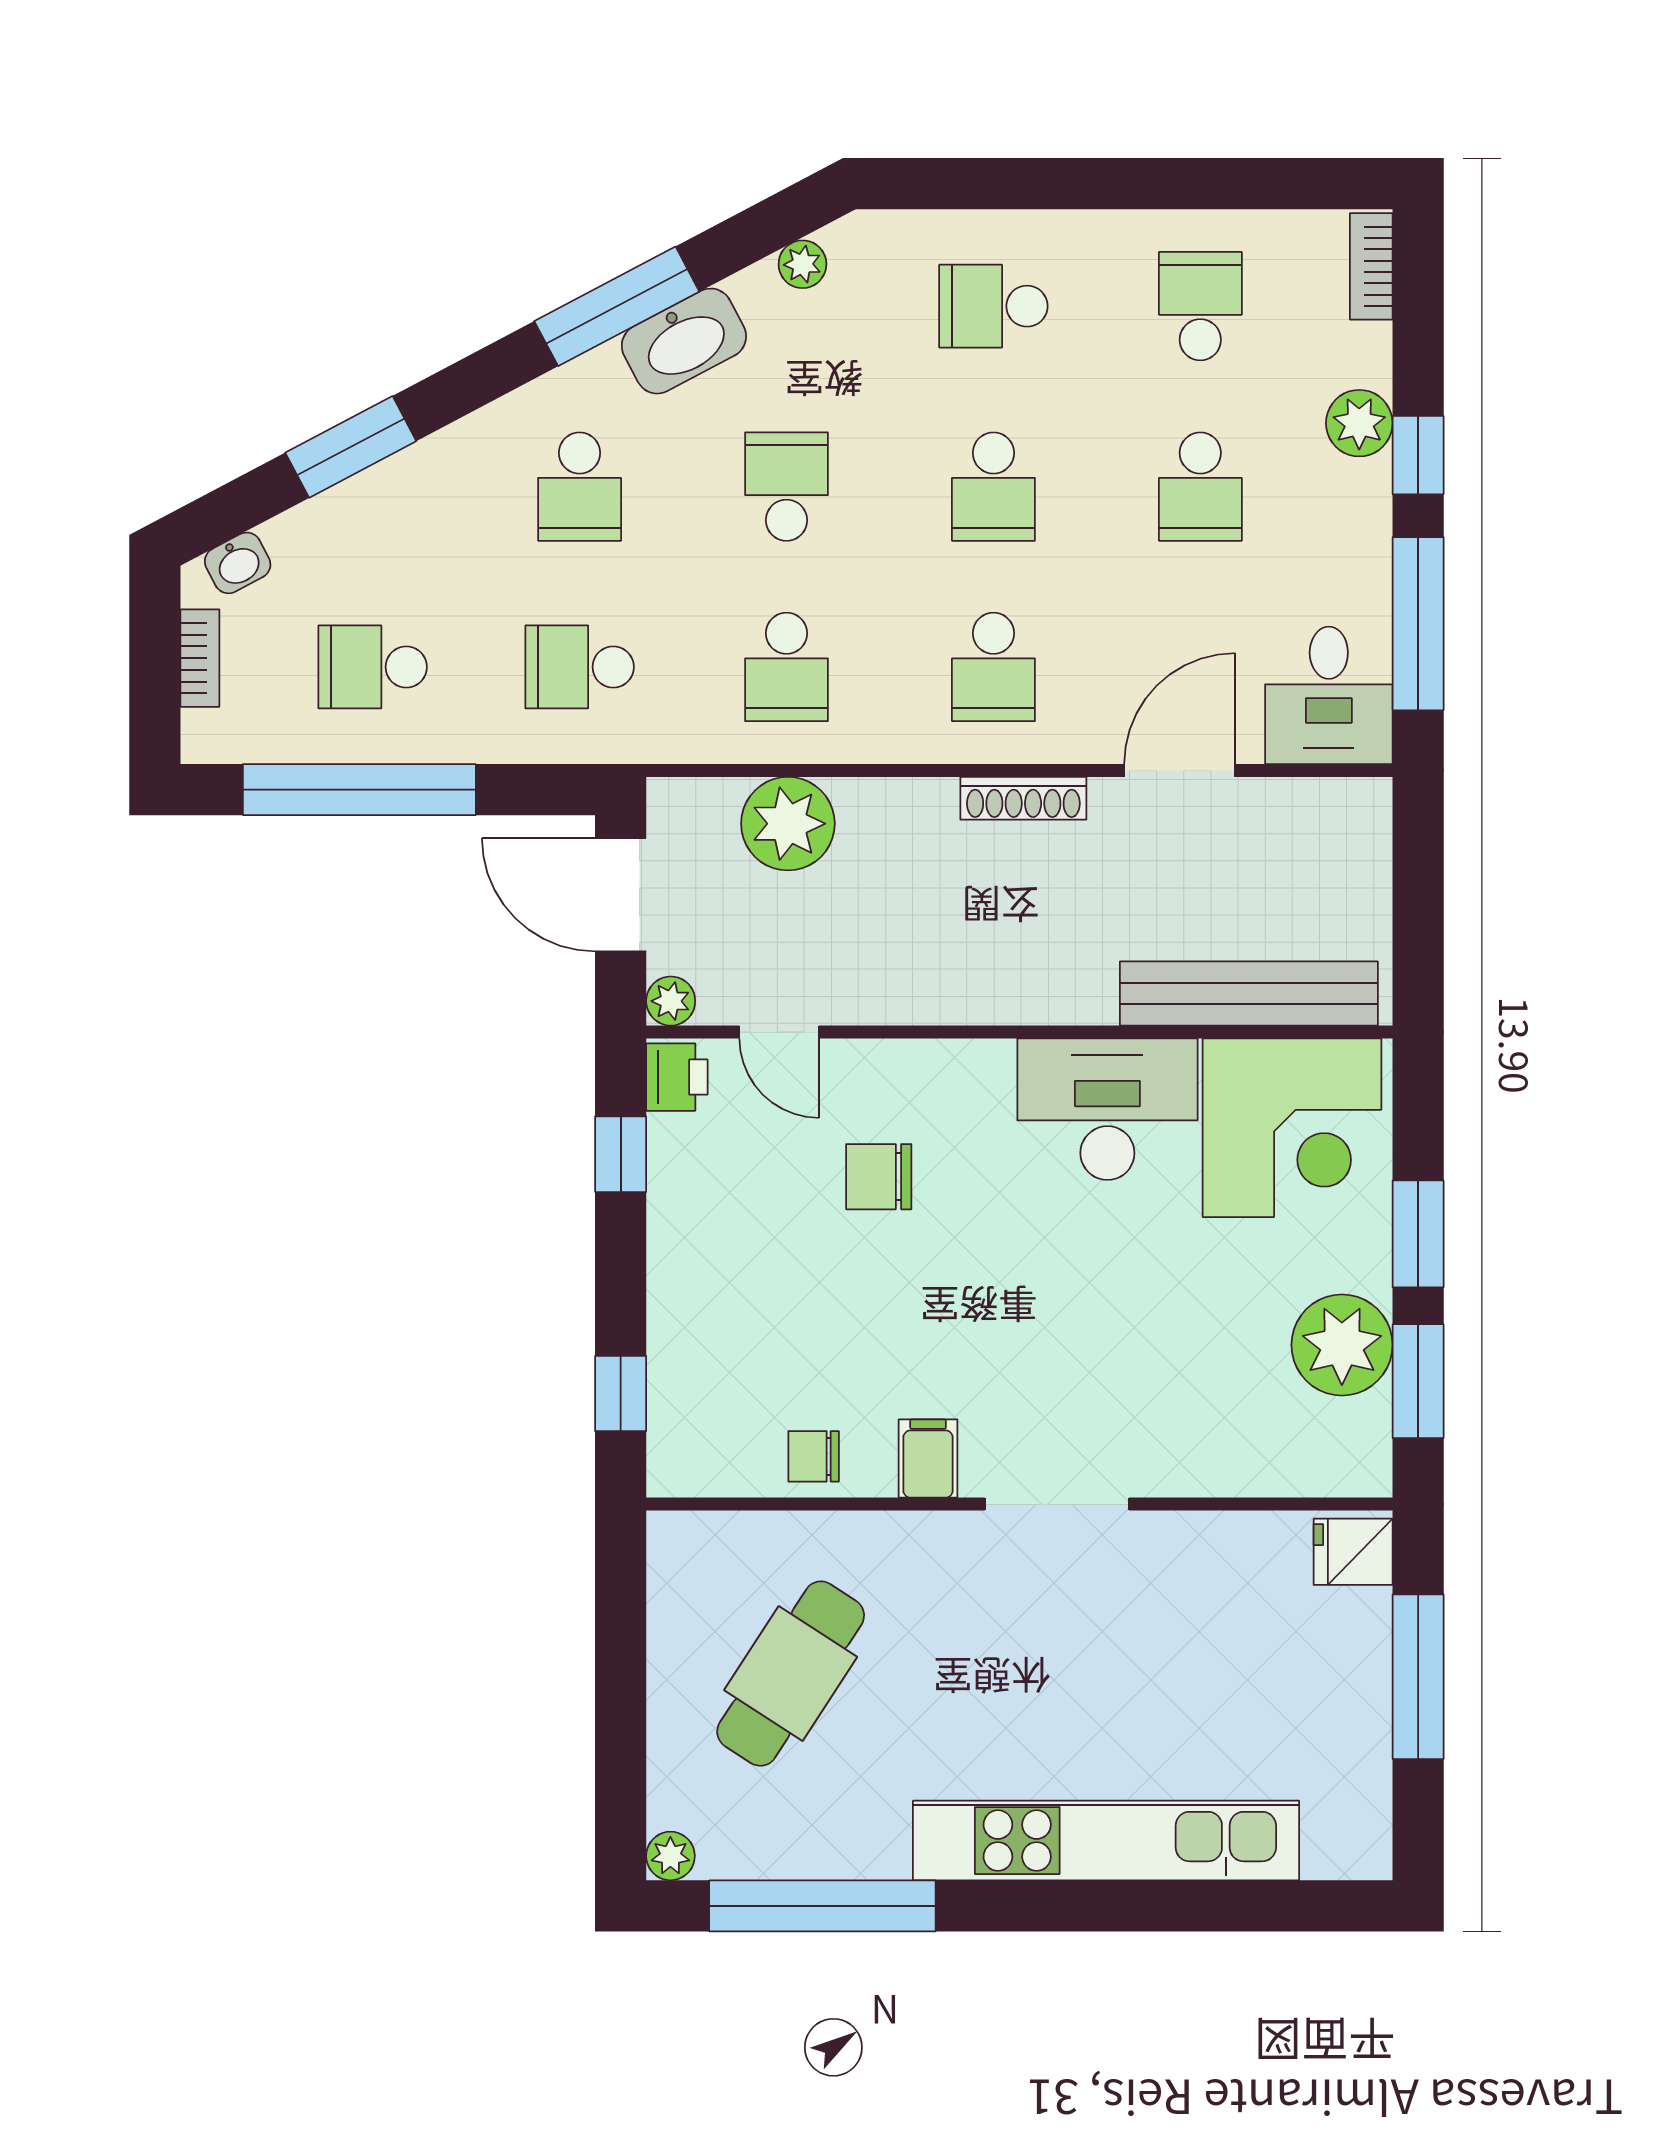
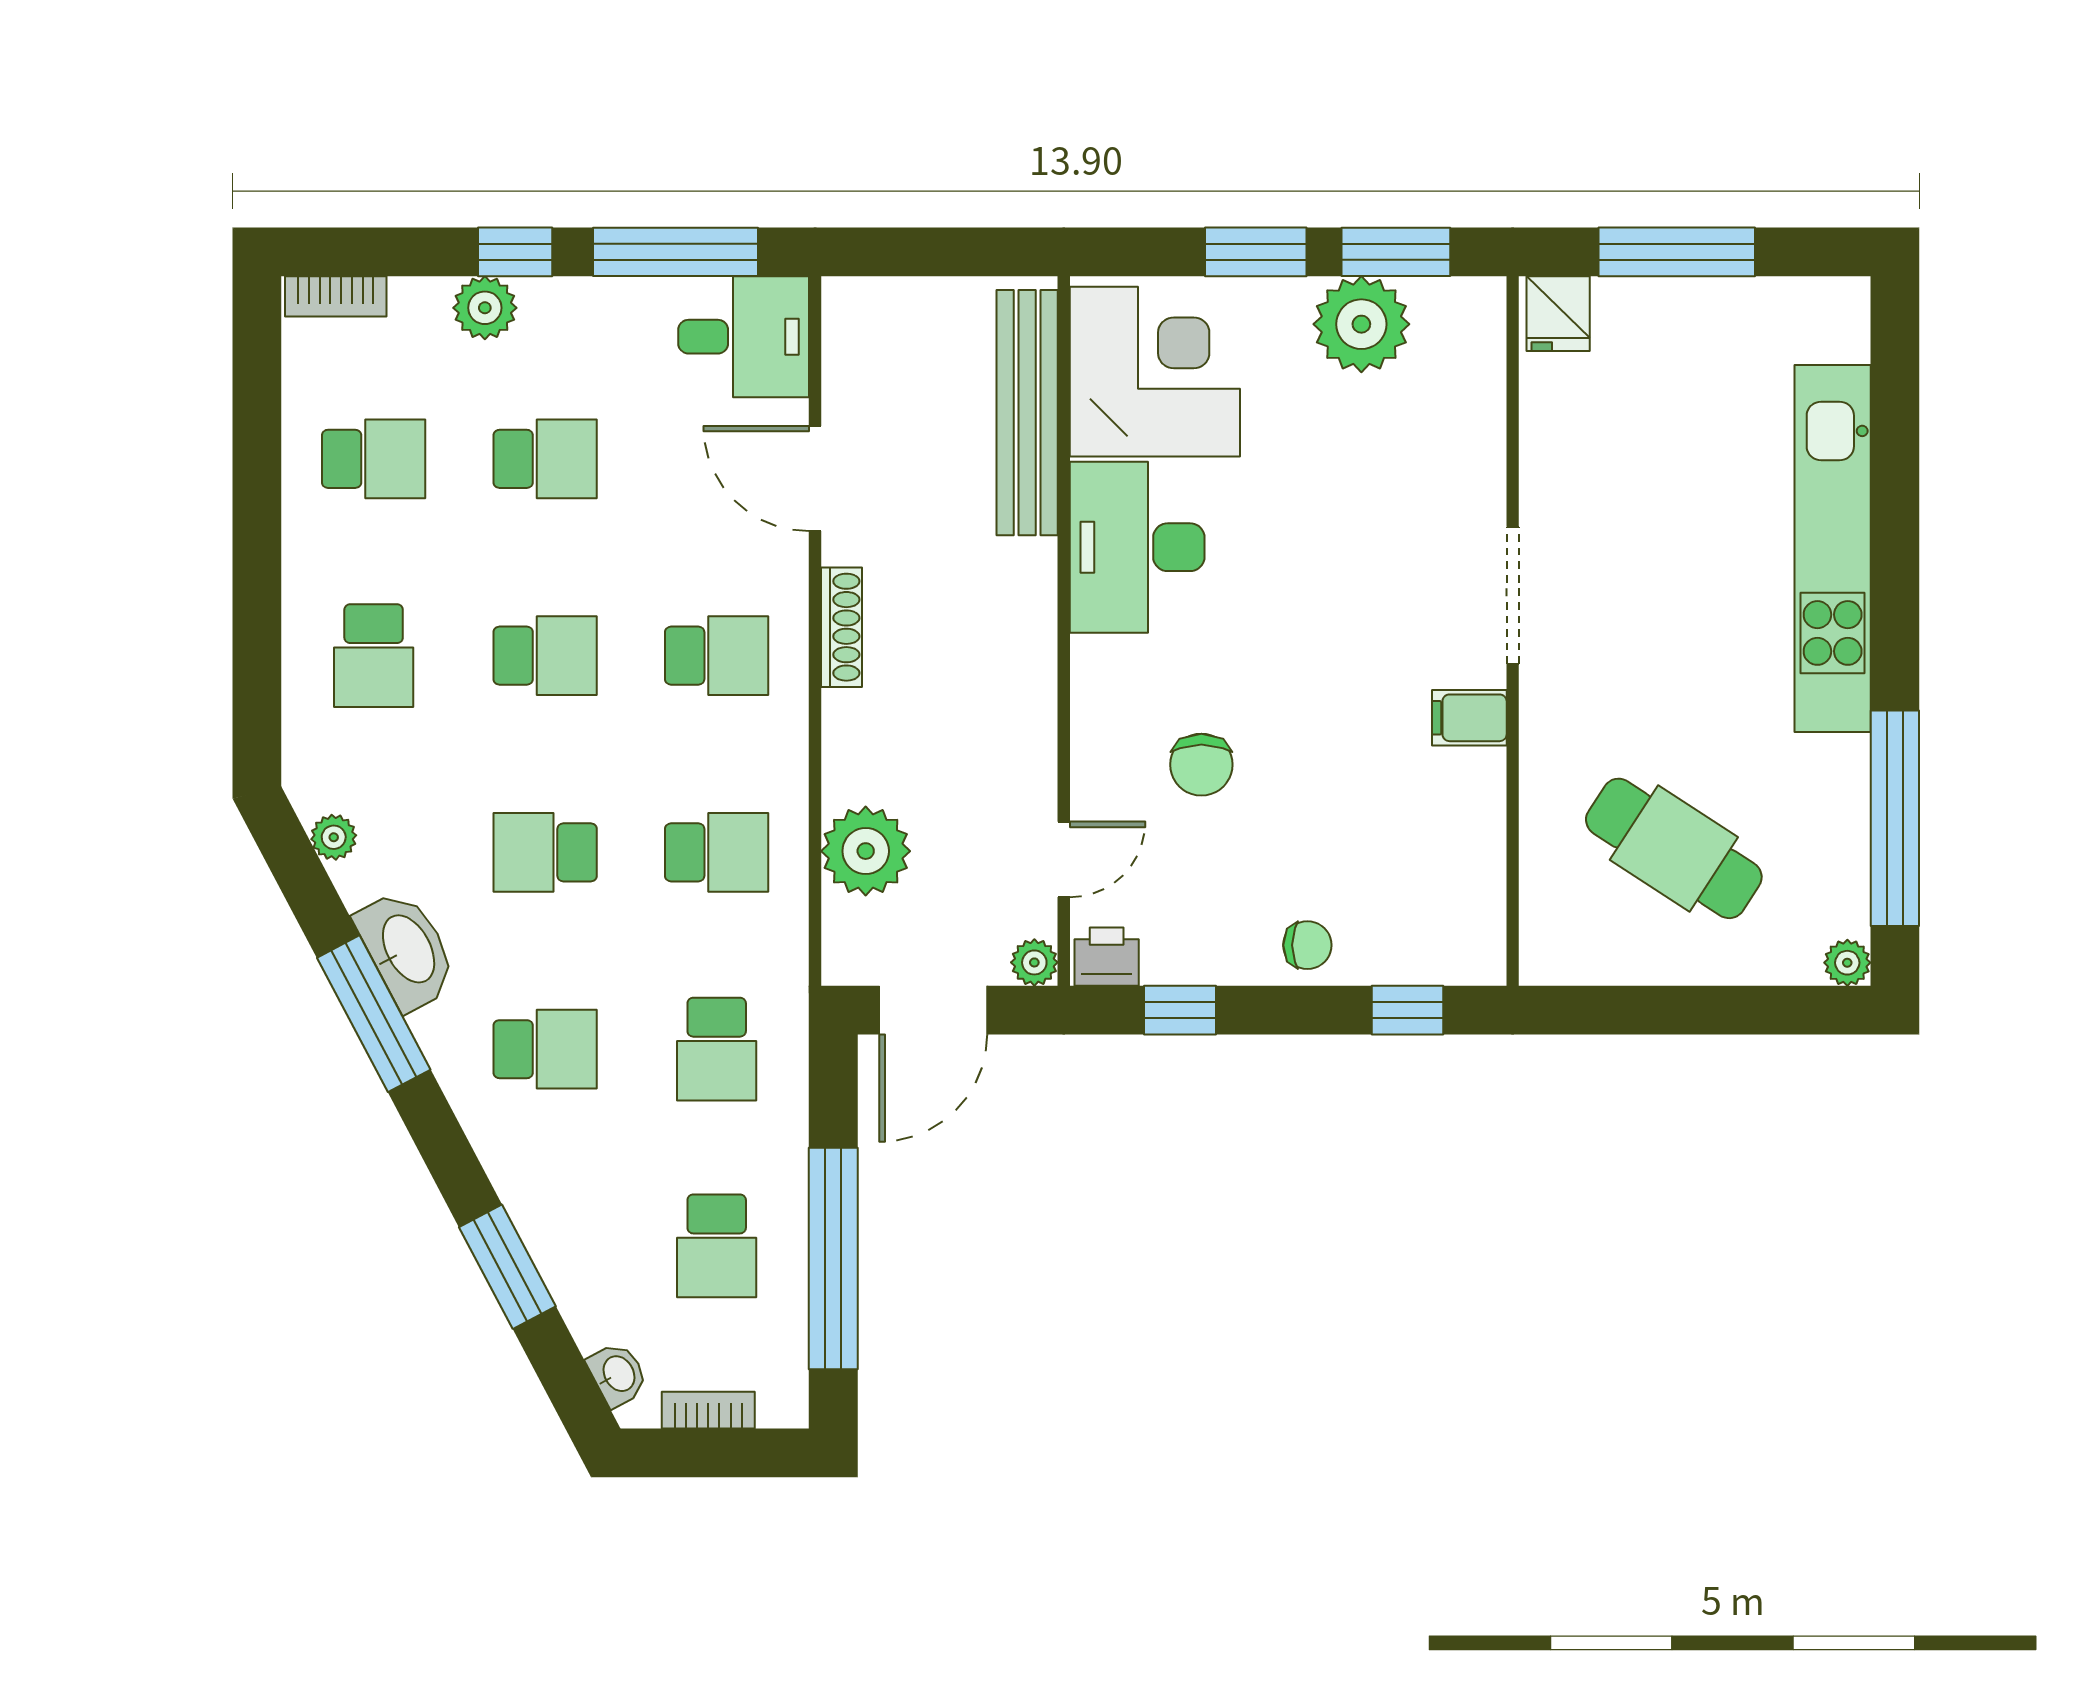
school desk: (1200, 306) -> (374, 459), turned 180
chair: (814, 1456) -> (1307, 945), moved, turned -90

